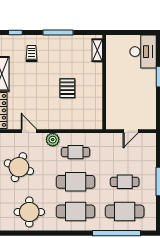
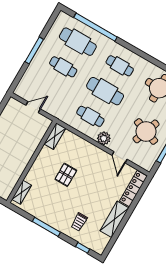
shelving: (97, 117) -> (55, 136), added
cafe table: (76, 211) -> (120, 66), width x0.73, depth x0.74

